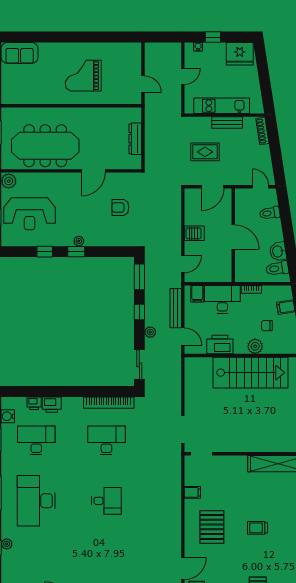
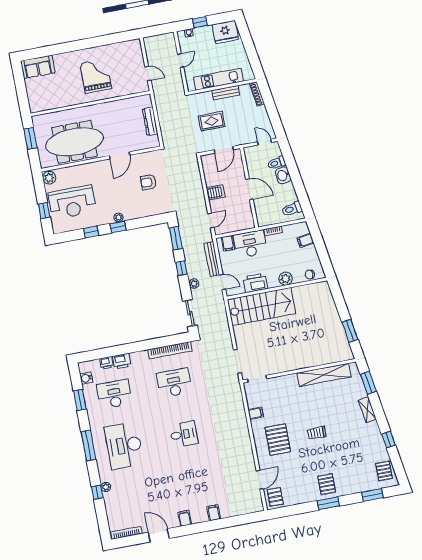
grand piano: (83, 76) -> (96, 76), turned 90
washbasin: (278, 251) -> (283, 175), moved
chair: (267, 326) -> (310, 275), moved
stairs: (251, 373) -> (261, 306), moved

